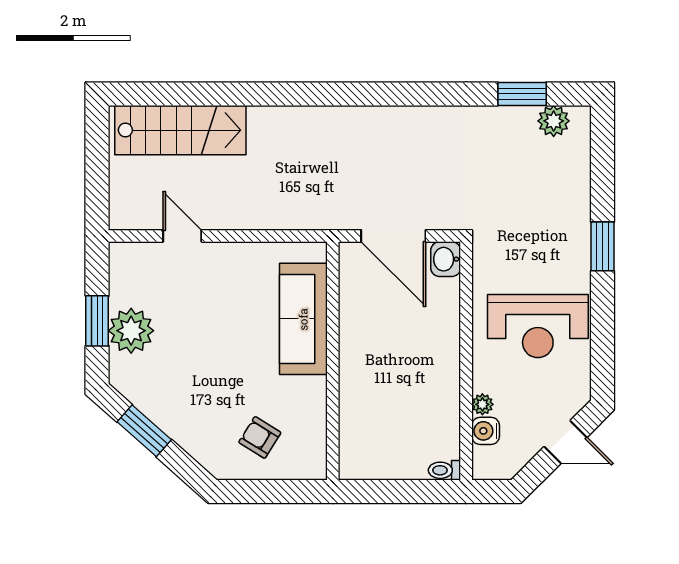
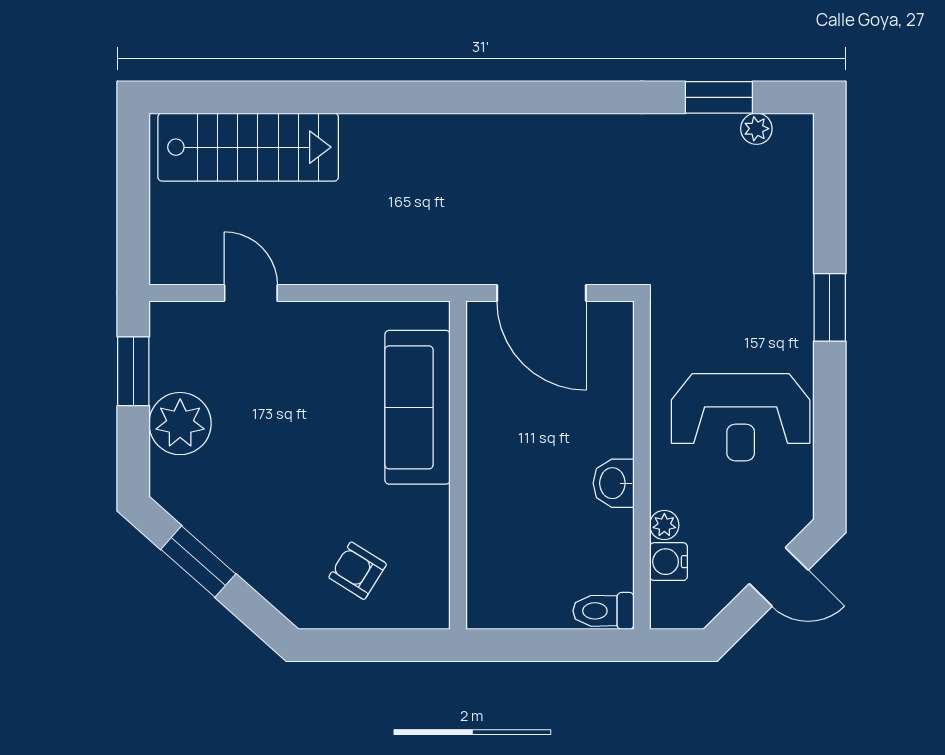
plant: (554, 121) -> (756, 129), width x0.73, depth x0.73
washbasin: (446, 259) -> (614, 483), moved
window: (97, 321) -> (133, 371), moved
toilet: (444, 470) -> (603, 611), width x1.37, depth x1.39

